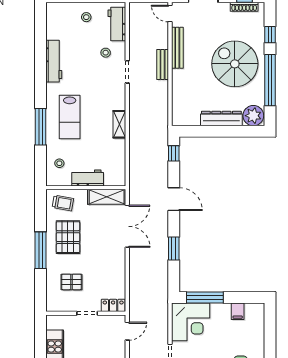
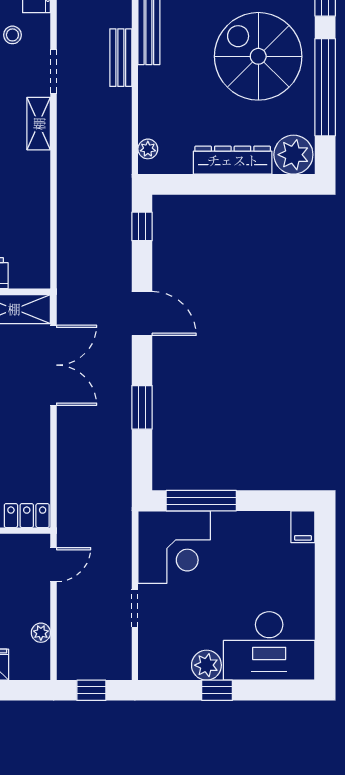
plant: (177, 113) -> (148, 149), added
shelving: (119, 124) -> (39, 124), moved
filing cabinet: (238, 311) -> (303, 527), moved

